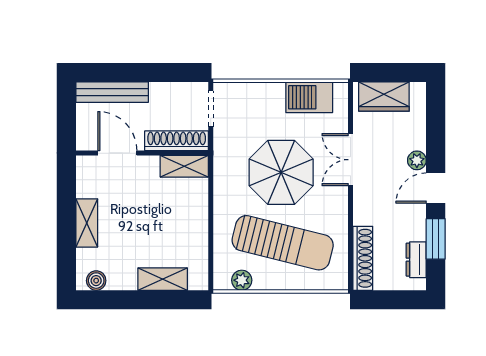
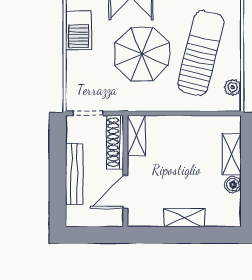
bench: (112, 92) -> (74, 174), moved
boiler: (96, 281) -> (233, 185), moved

